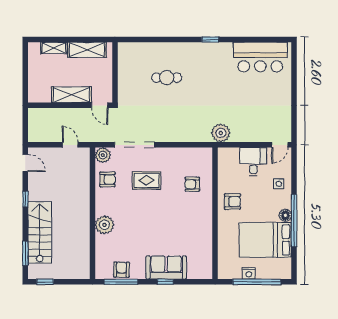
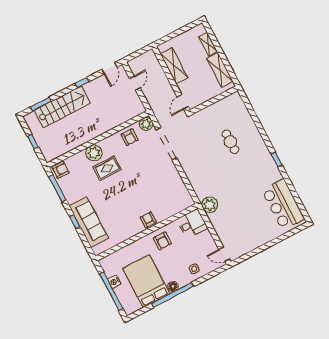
shelving: (72, 95) -> (174, 66), moved
door: (70, 145) -> (135, 83), moved
desk: (253, 162) -> (192, 224), moved
rug: (147, 180) -> (107, 168), moved, turned 90
armchair: (192, 184) -> (148, 220), moved
sofa: (166, 267) -> (89, 222), width x1.36
armchair: (121, 270) -> (61, 170), moved
window: (45, 282) -> (33, 142), moved

